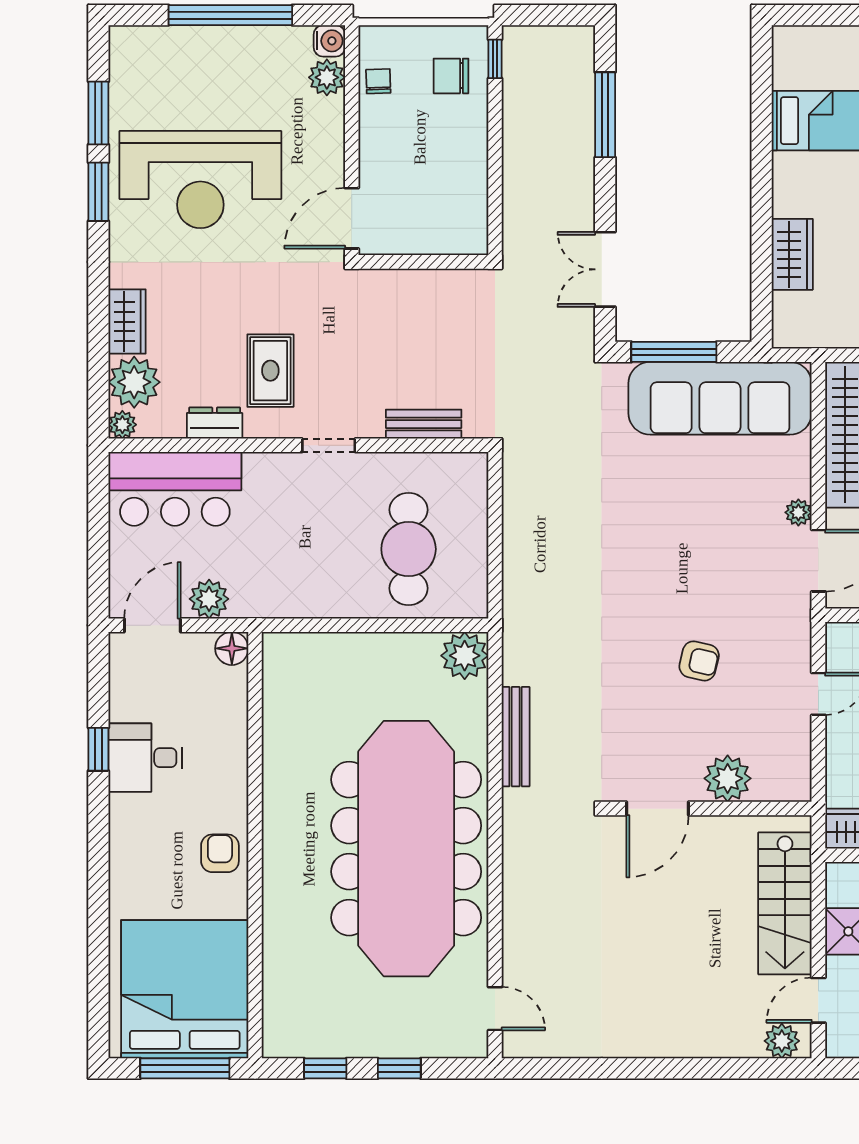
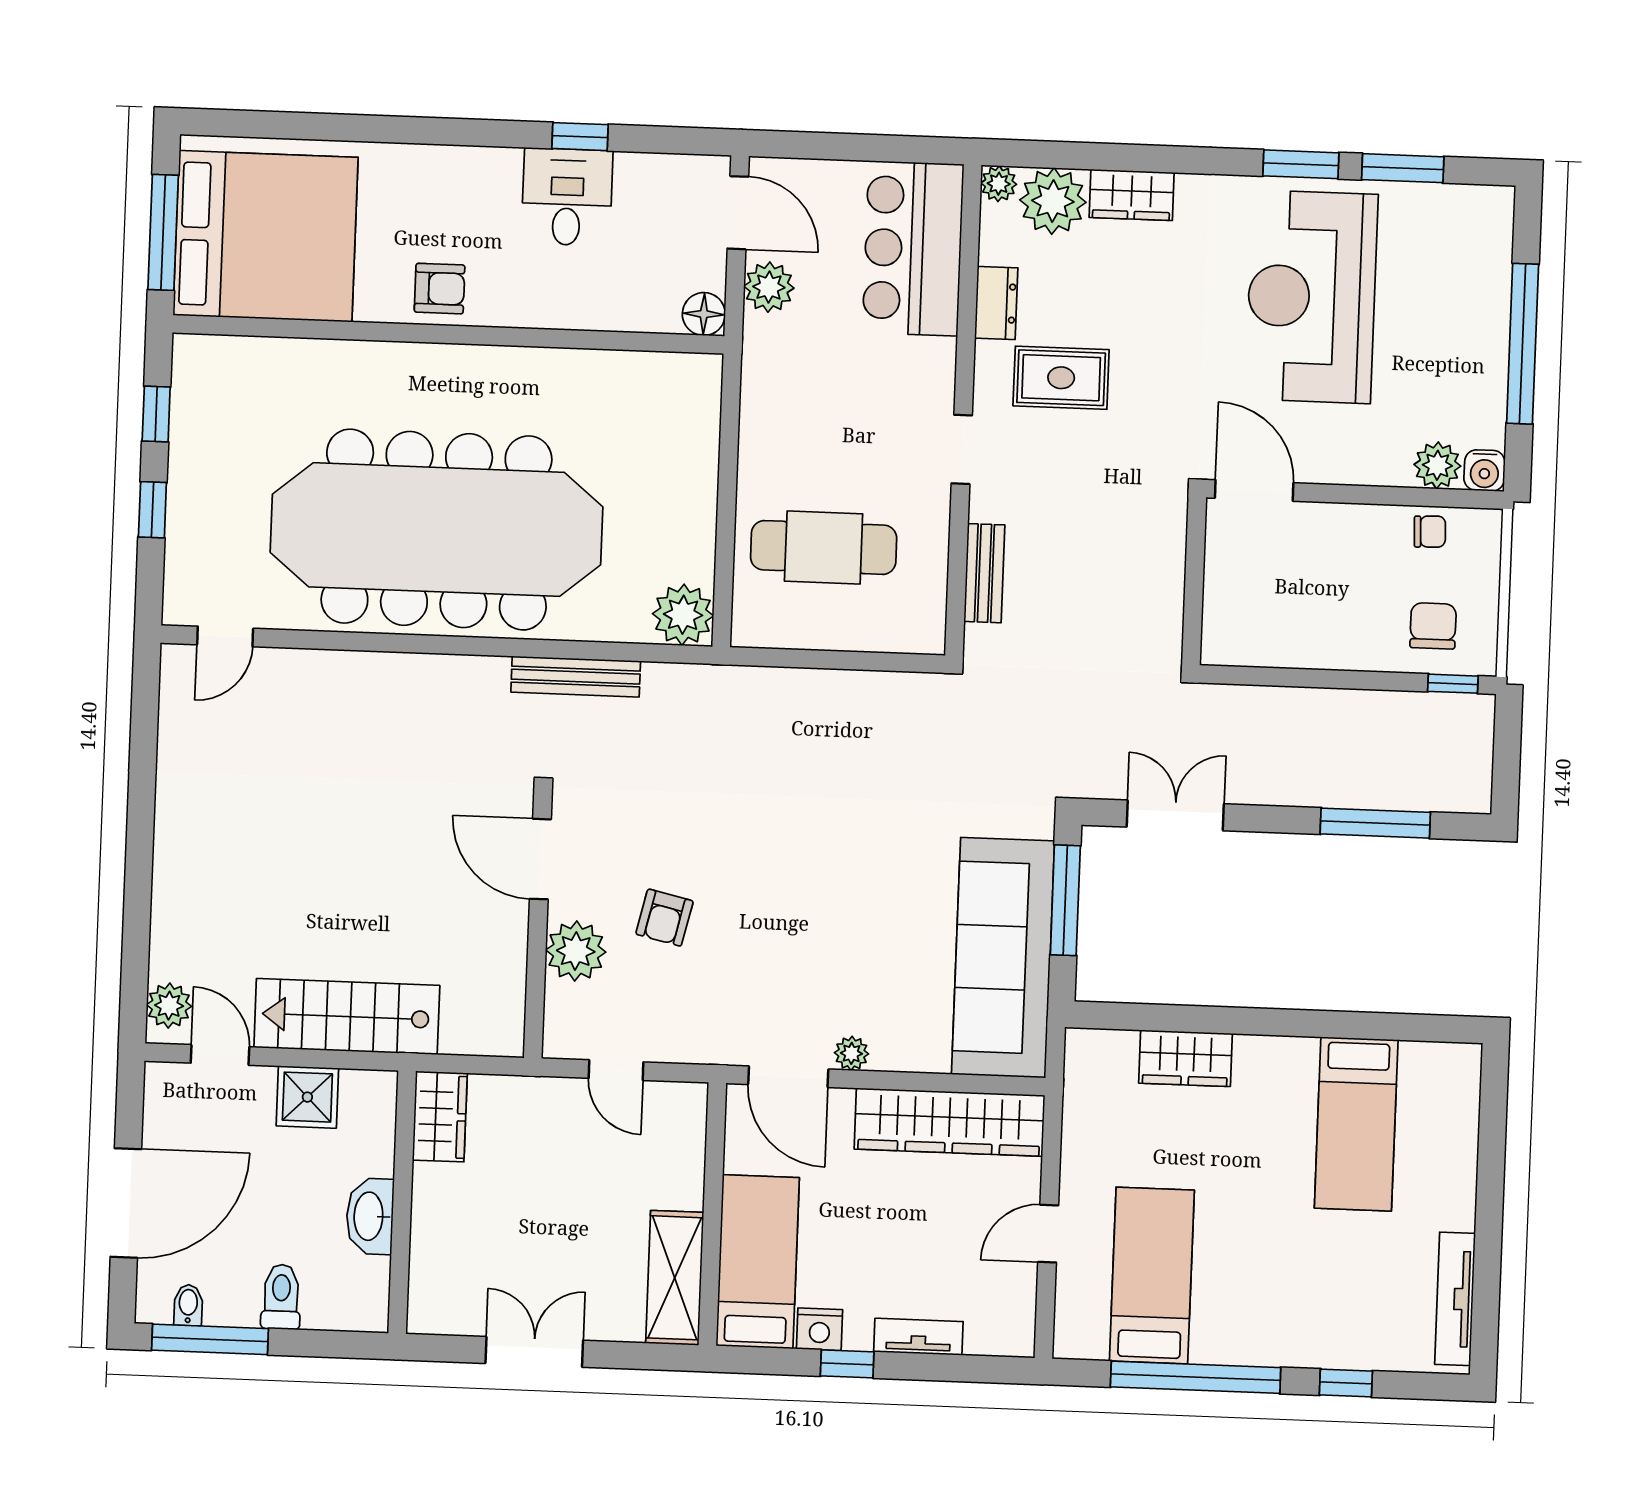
plant: (728, 778) -> (576, 951), moved
door: (658, 809) -> (540, 859), moved
wall: (710, 809) -> (538, 927), moved

